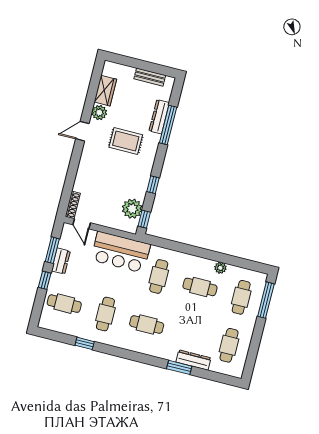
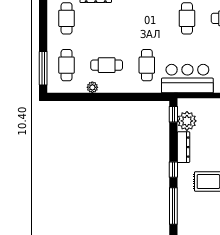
dresser: (159, 117) -> (183, 147), moved
window: (153, 185) -> (173, 170), moved
cafe table: (147, 324) -> (147, 18), removed

